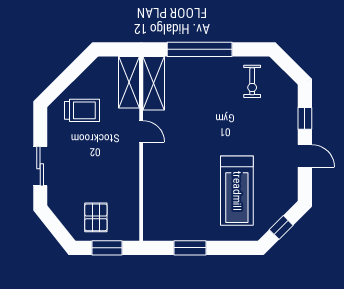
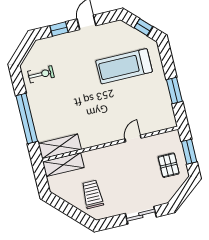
door: (141, 131) -> (133, 138), moved
treadmill: (237, 191) -> (124, 66), turned 180
pallet: (96, 217) -> (169, 165), turned 90

